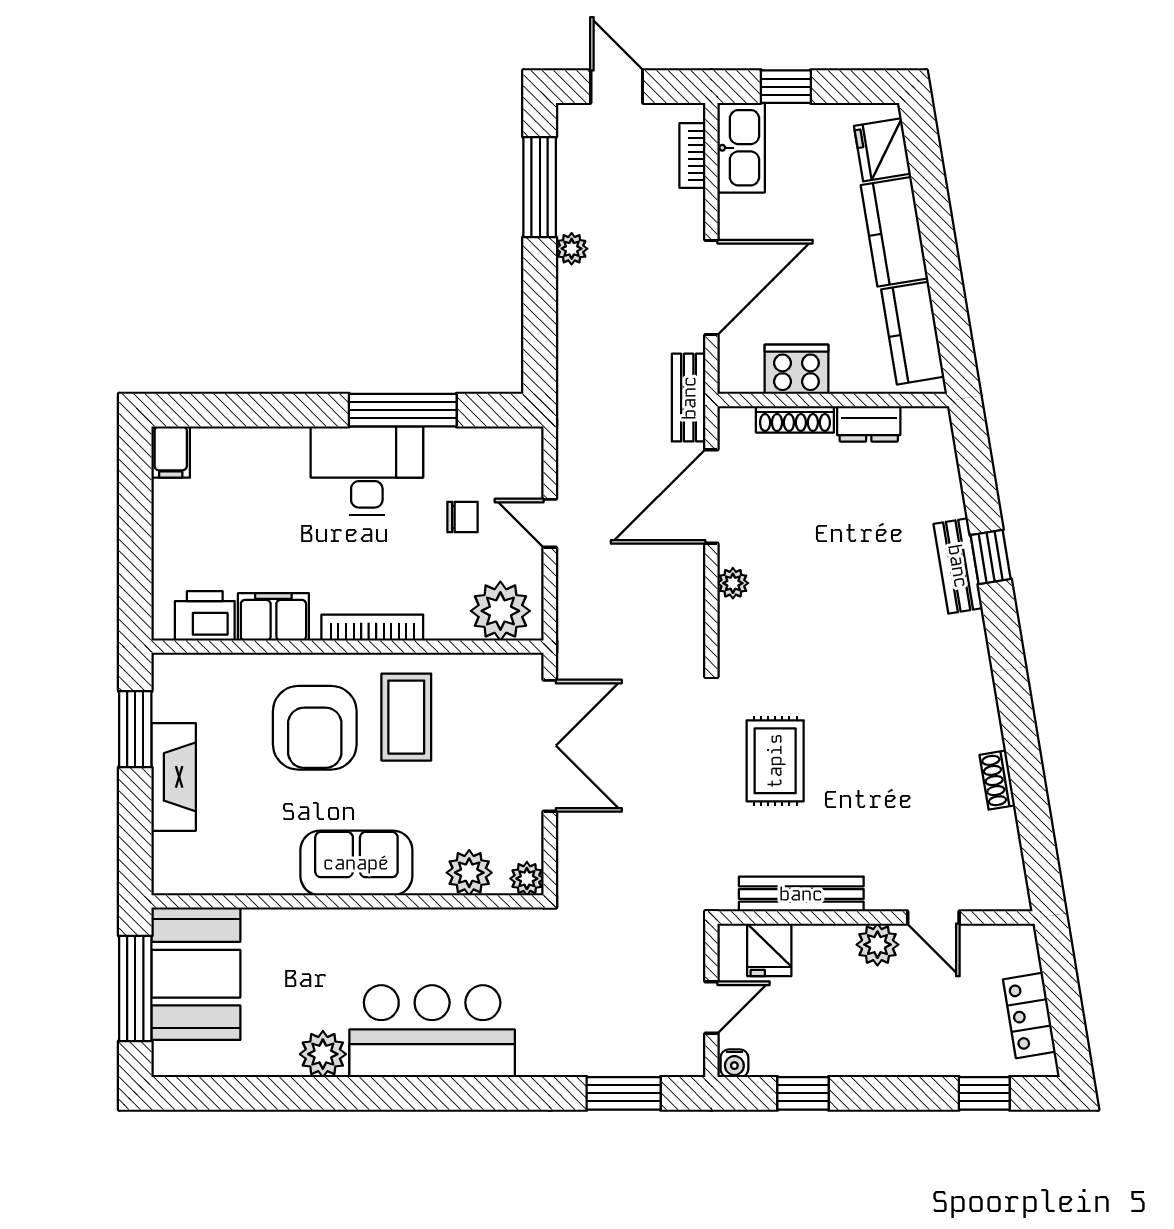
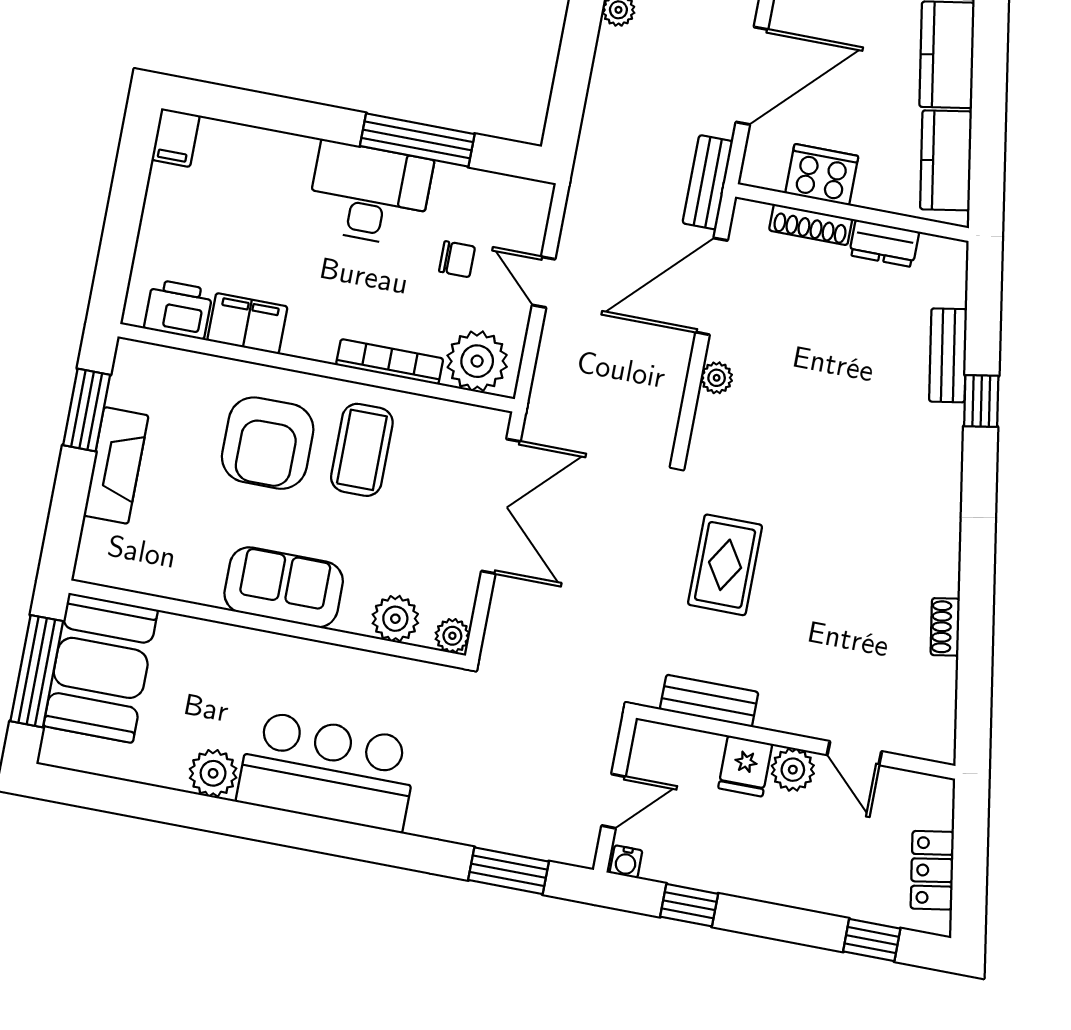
bench: (958, 566) -> (948, 355), moved
bookcase: (372, 628) -> (390, 362), moved
bench: (801, 894) -> (709, 701), width x0.73
fridge: (769, 950) -> (745, 766), moved

